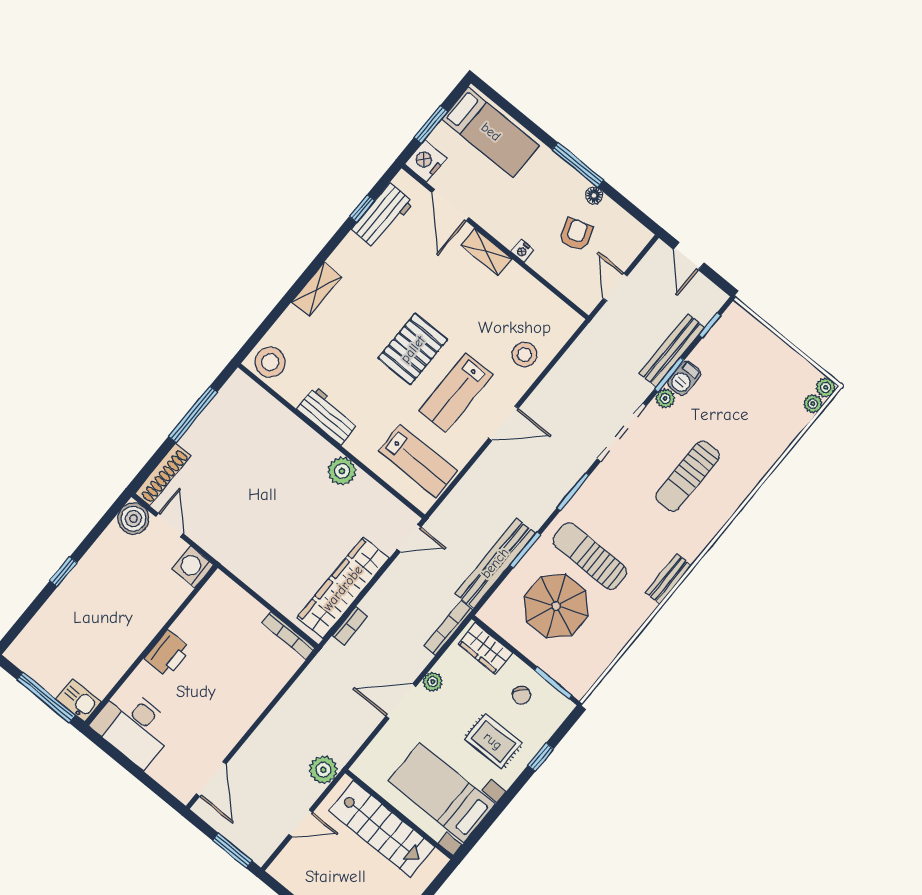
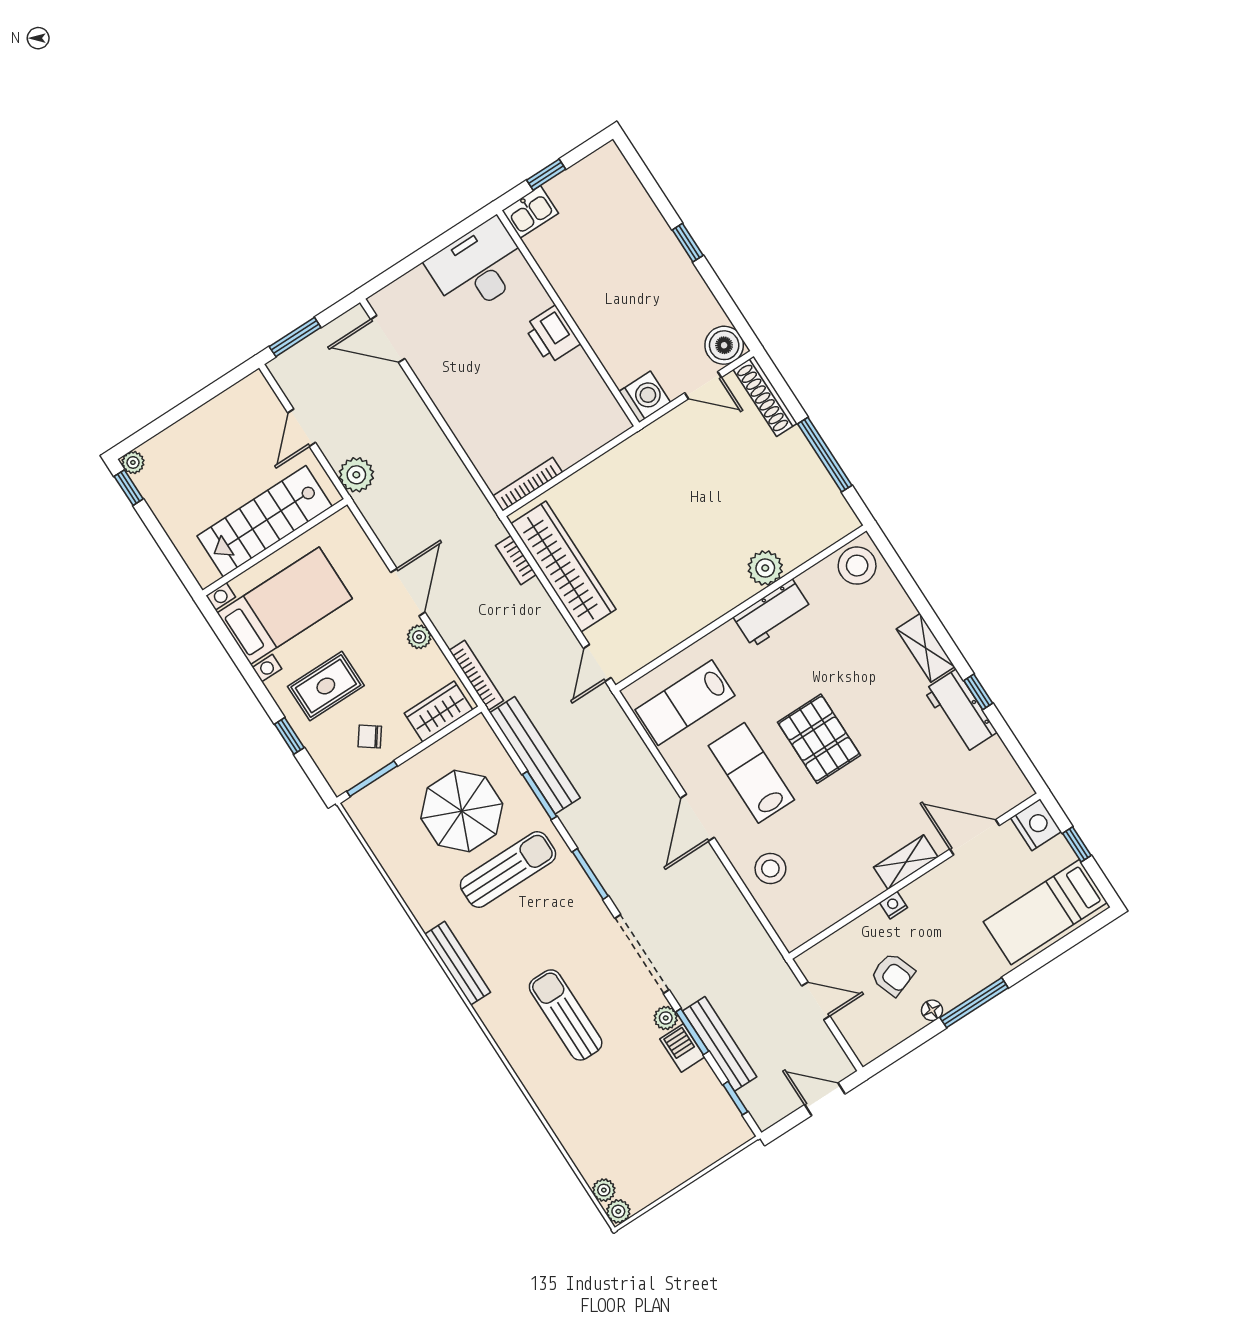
window: (431, 125) -> (1077, 844), width x0.67
window: (362, 208) -> (978, 692), moved
workbench: (383, 216) -> (960, 711), moved
plant: (342, 471) -> (765, 568), moved
bench: (668, 579) -> (458, 963), width x1.36
window: (46, 697) -> (546, 175), width x0.46

